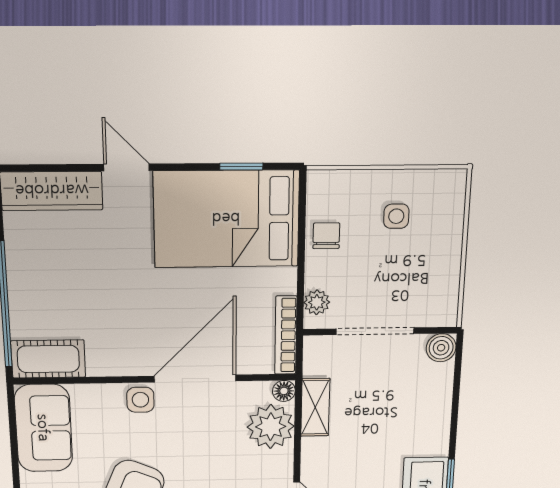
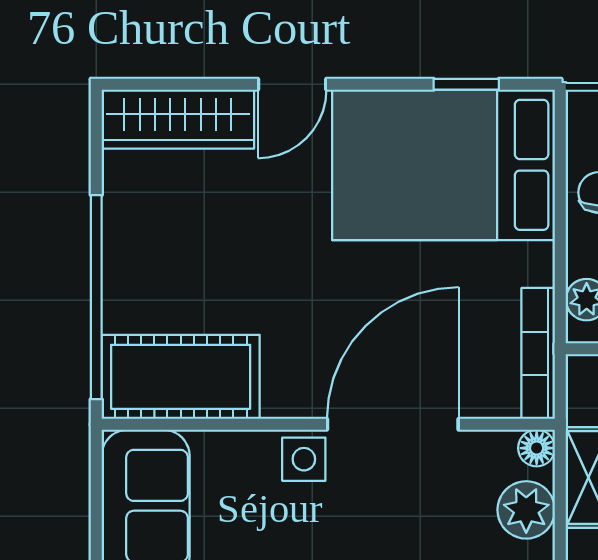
door: (126, 167) -> (292, 84), swing flipped
cot: (48, 359) -> (181, 377), width x1.37, depth x1.34
plant: (271, 427) -> (526, 510), width x0.73, depth x0.73

